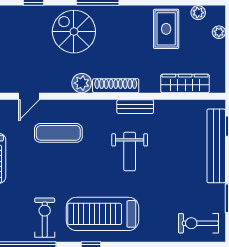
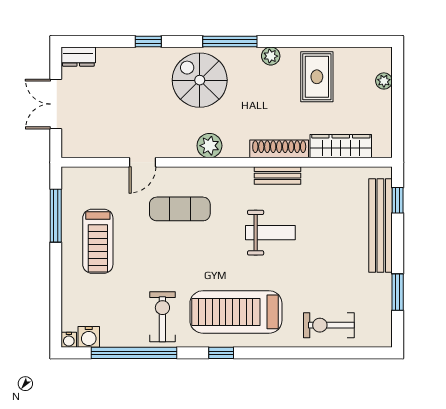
plant: (198, 13) -> (271, 56), moved
shoe rack: (116, 86) -> (279, 149), moved
weight bench: (130, 152) -> (270, 233), turned -90
exercise bike: (198, 223) -> (329, 325), moved

